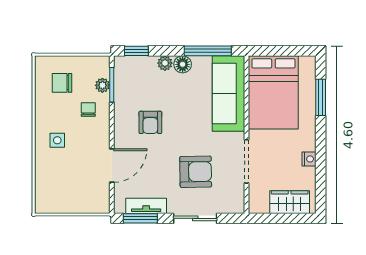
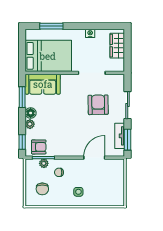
window: (208, 51) -> (22, 97), width x0.69
sofa: (228, 94) -> (43, 84), width x0.73
armchair: (150, 122) -> (39, 147), moved
door: (112, 165) -> (94, 158), hinge flipped

